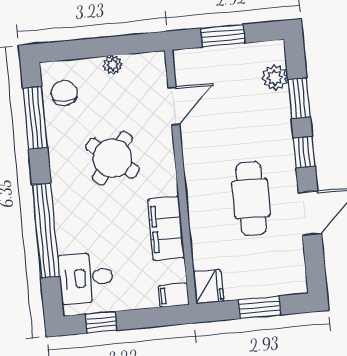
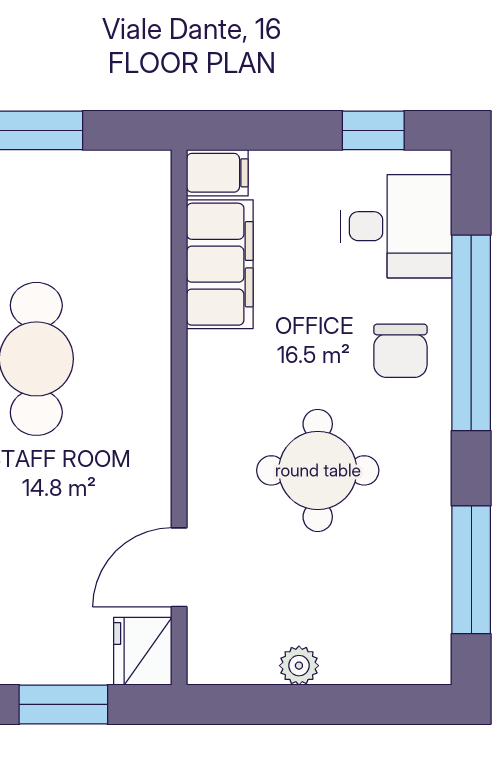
chair: (64, 93) -> (400, 351), moved
round table: (112, 158) -> (318, 470), turned -38
filing cabinet: (166, 228) -> (220, 264), moved
fridge: (208, 287) -> (143, 651), moved

